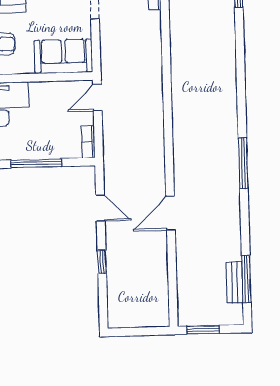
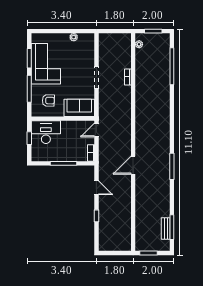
door: (171, 213) -> (133, 165), moved

